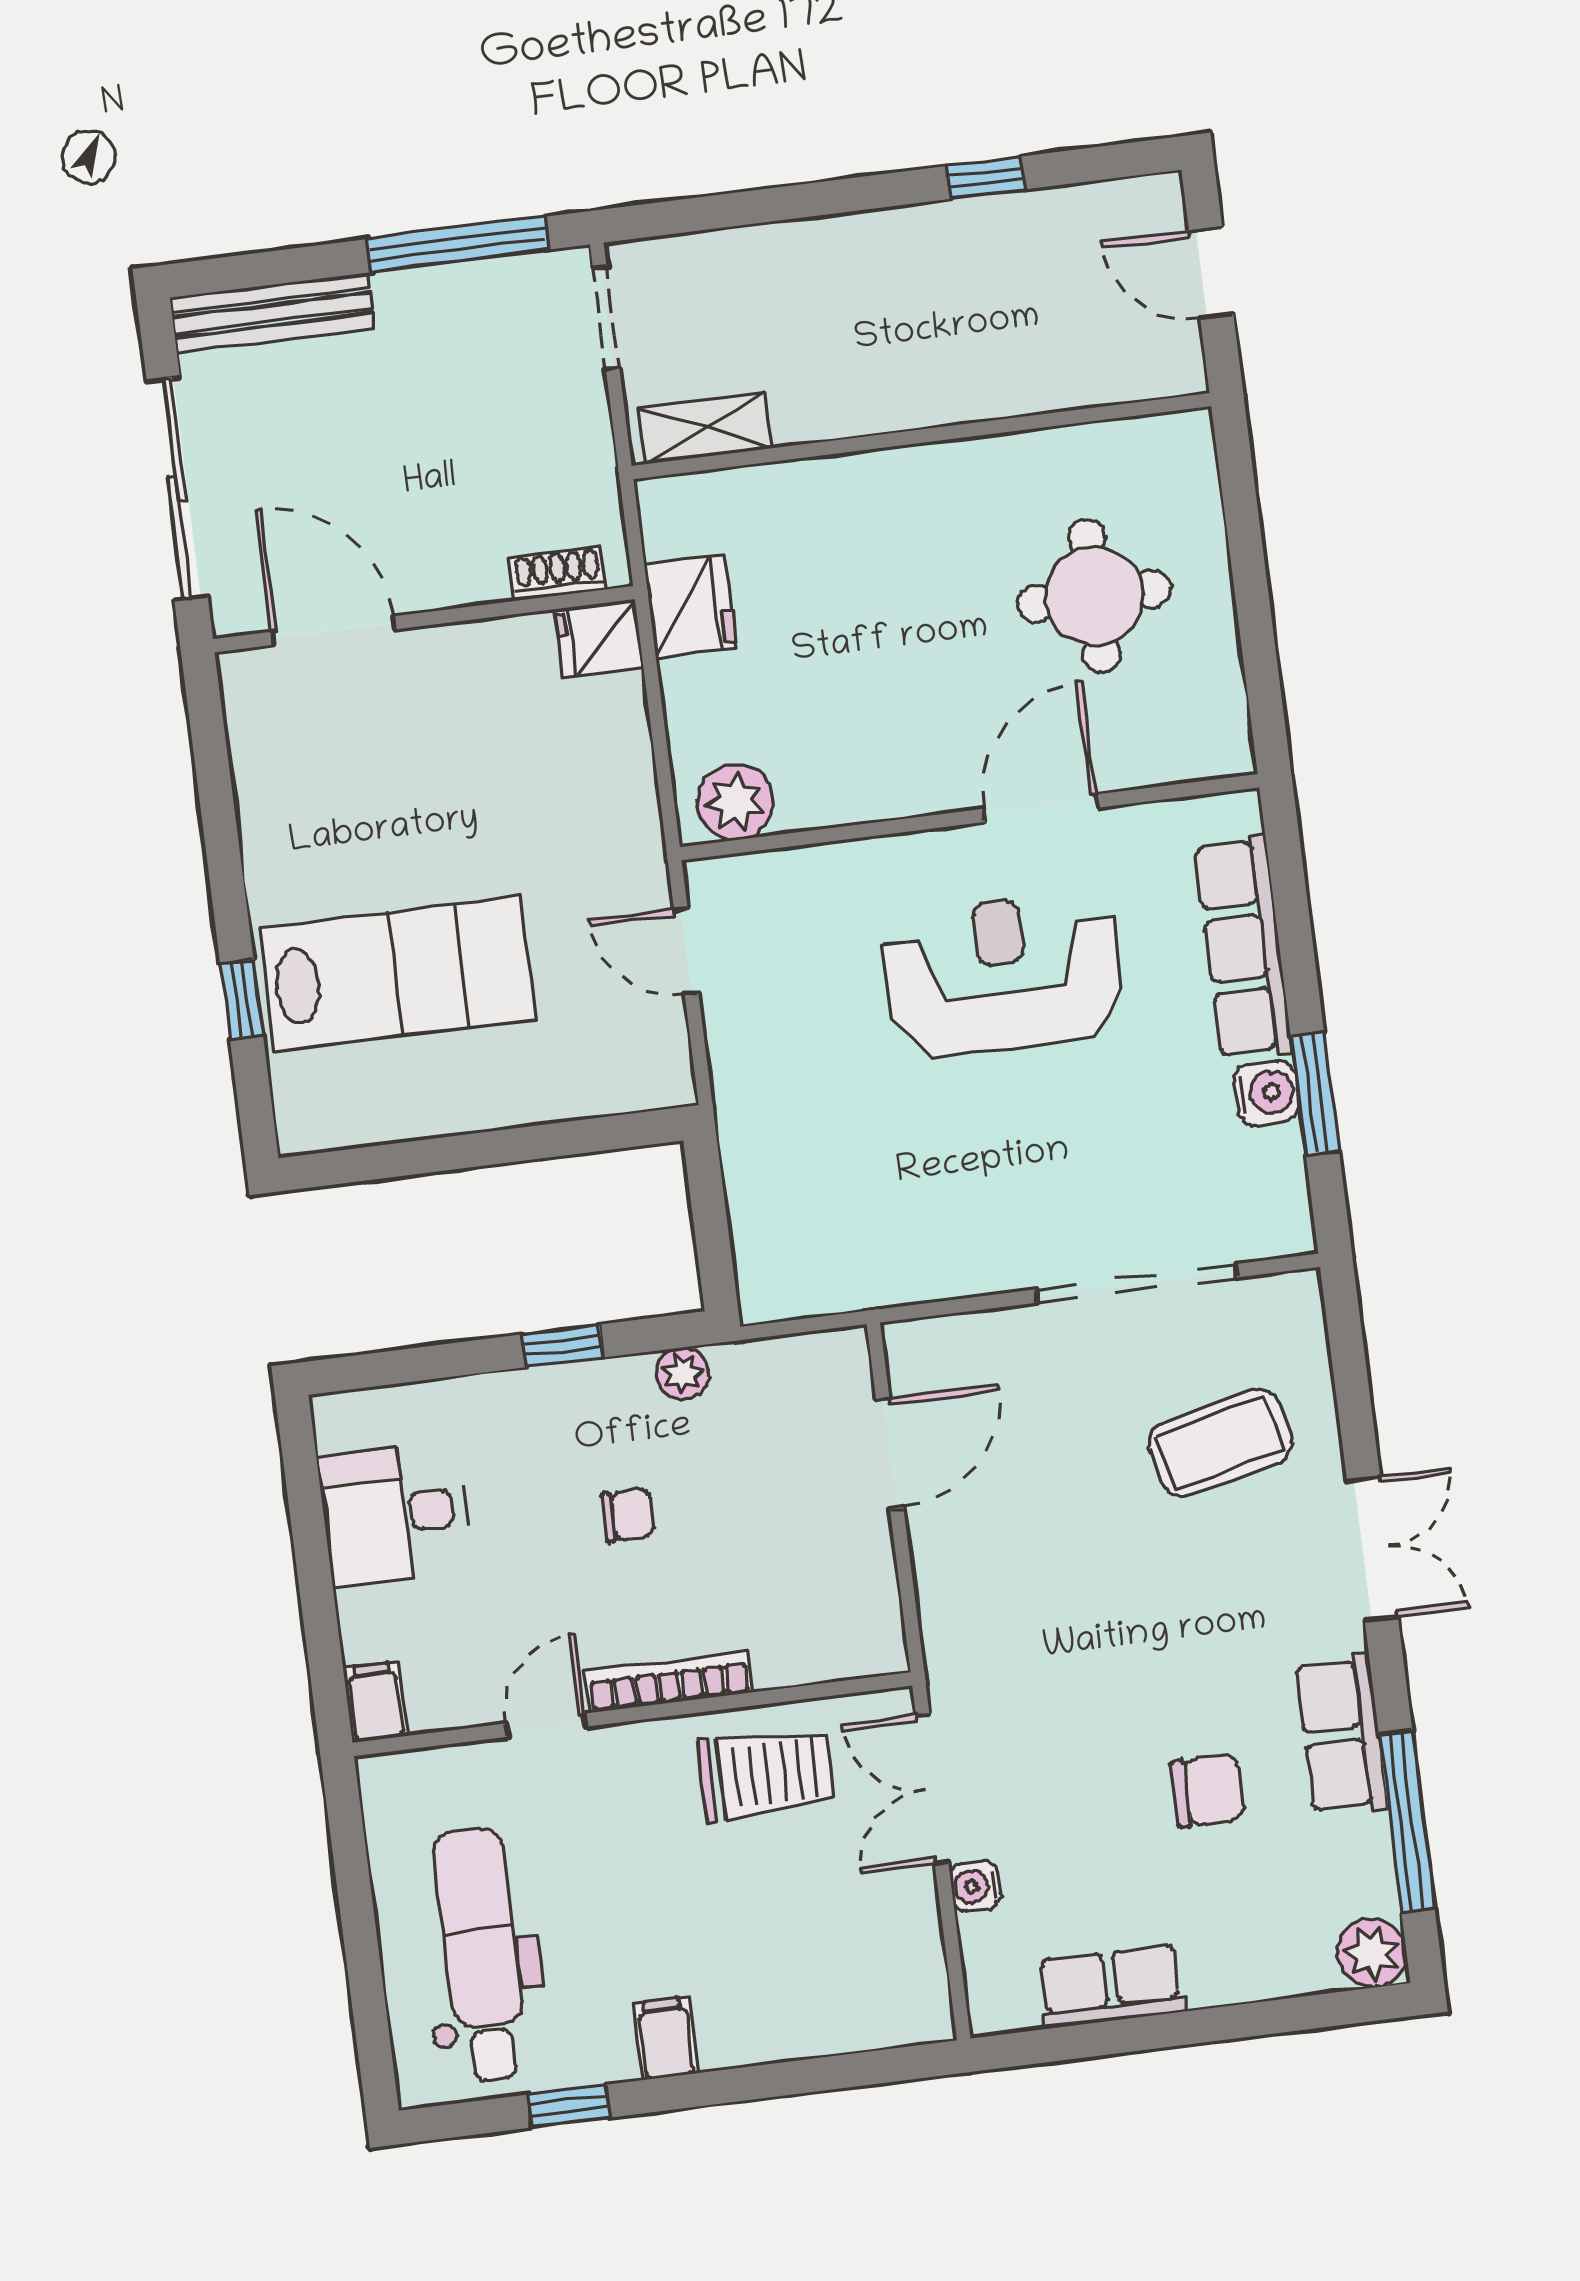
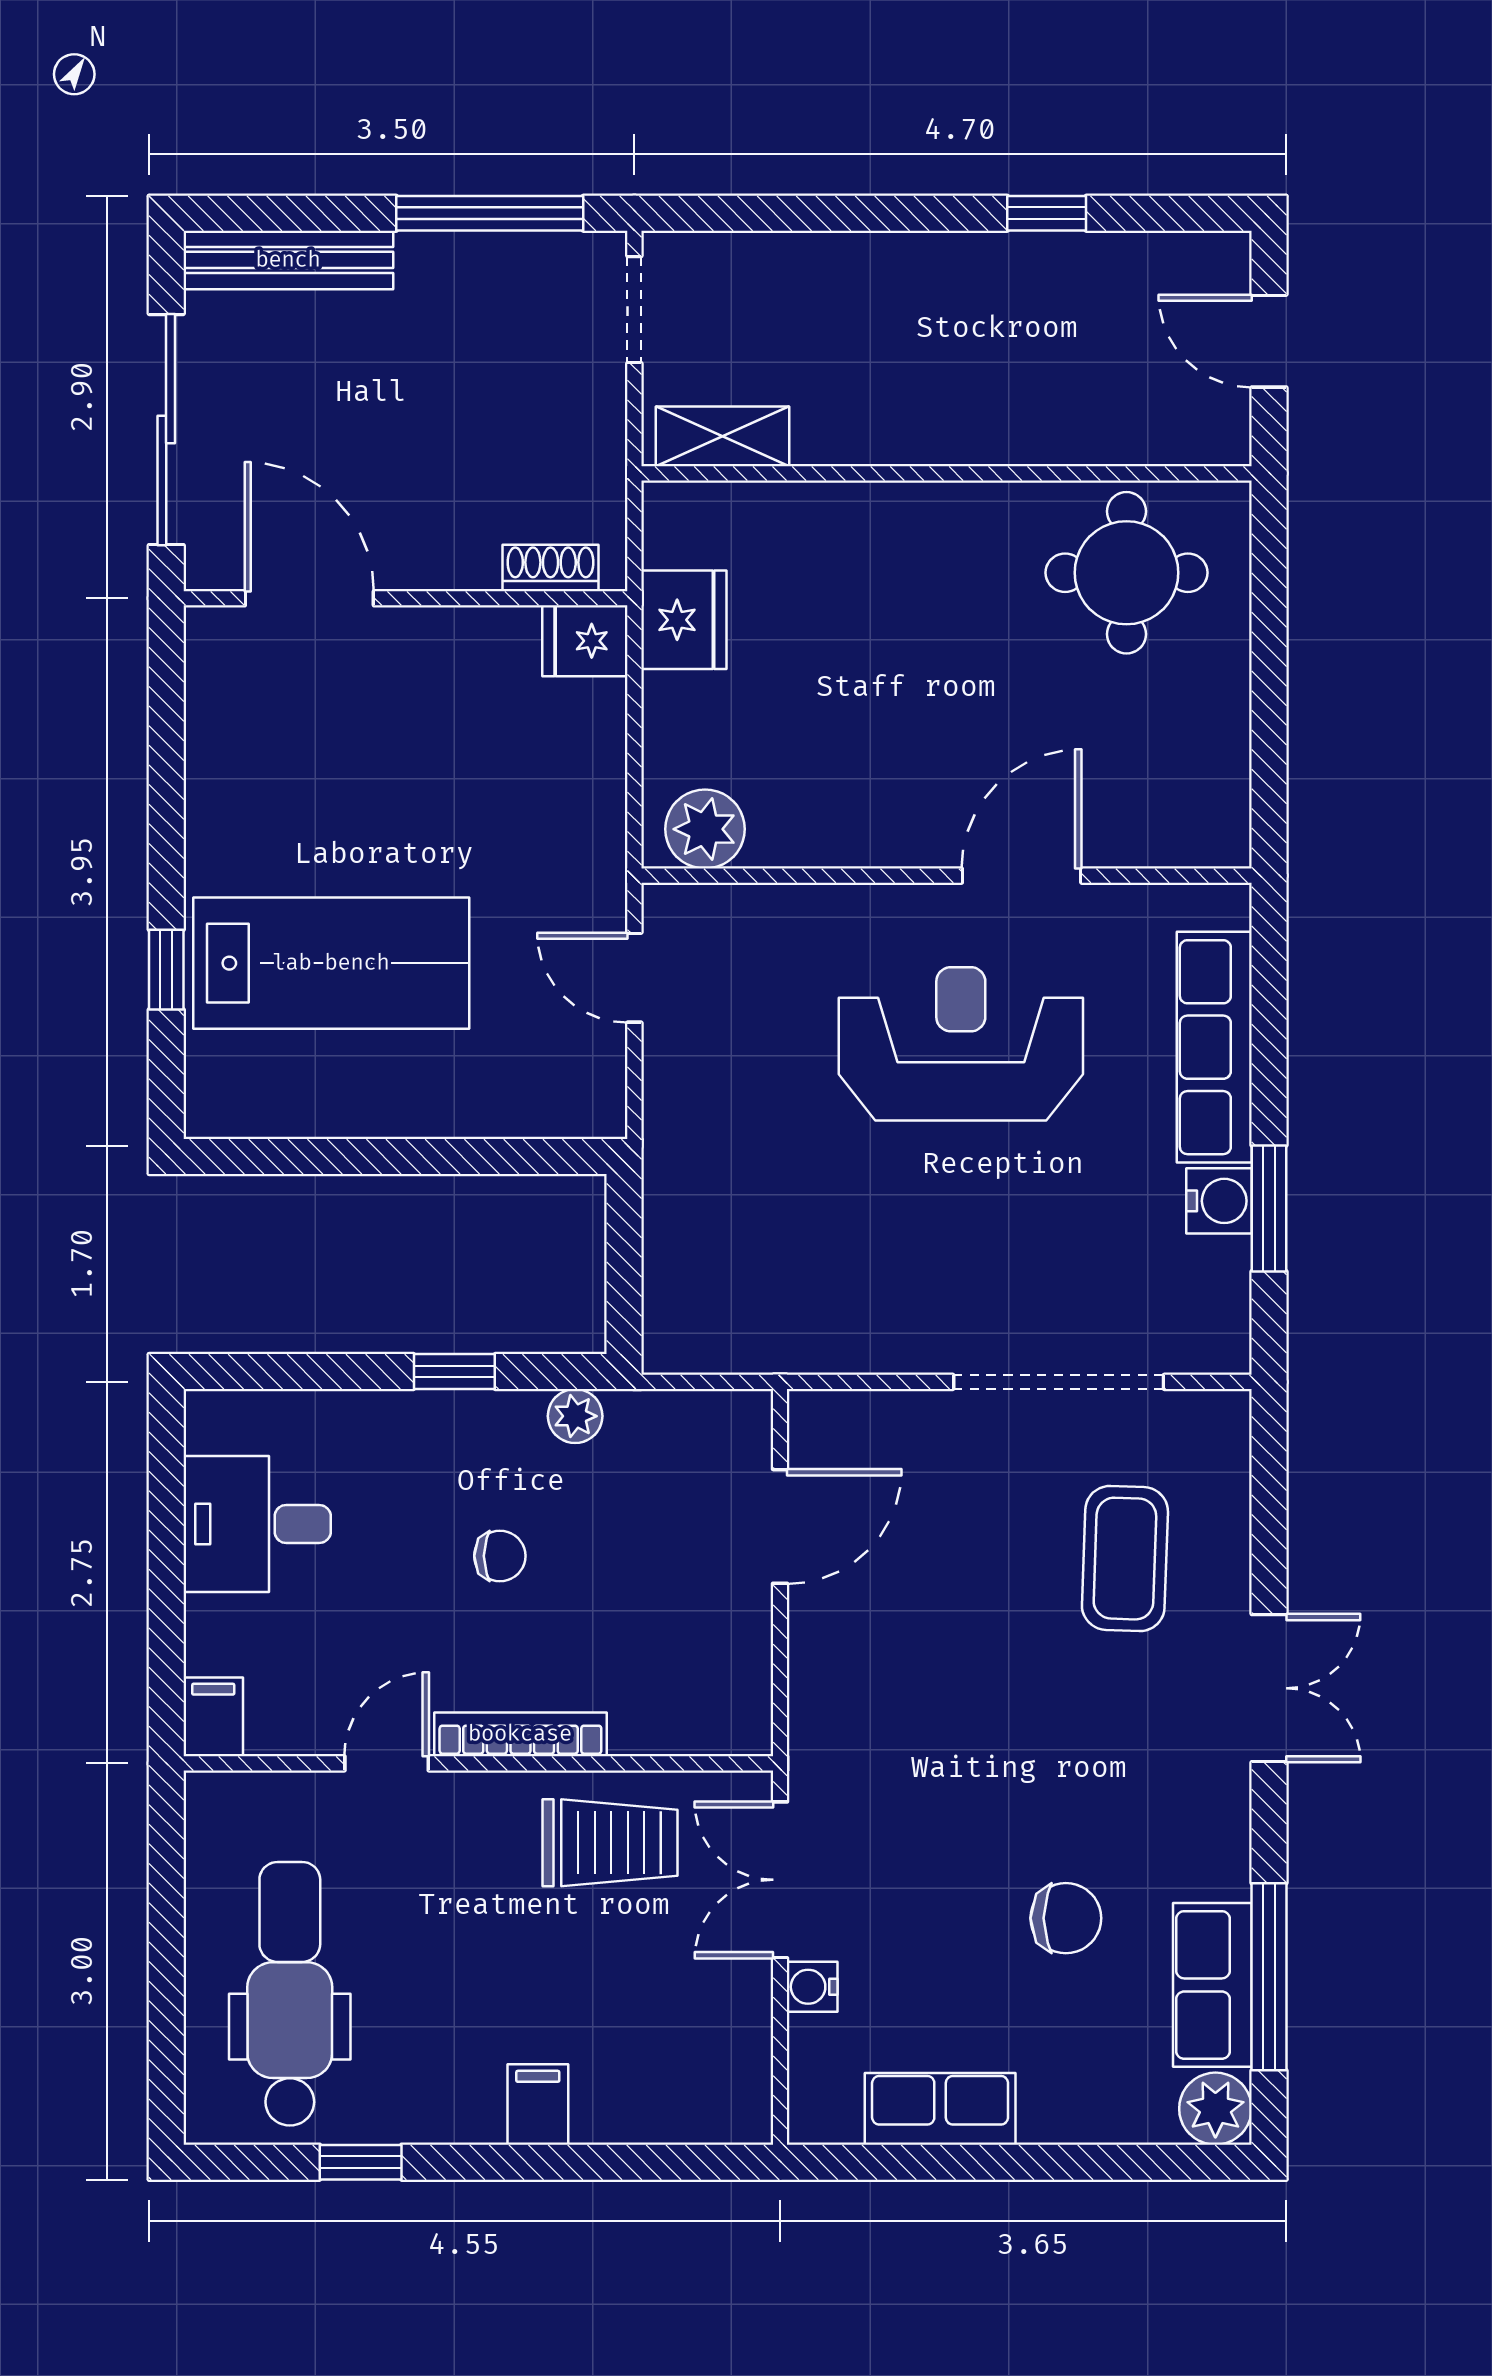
round table: (1094, 596) -> (1126, 573), moved
coffee table: (1220, 1443) -> (1125, 1559), turned -75
row of seats: (1341, 1735) -> (1212, 1985), moved
filing cabinet: (666, 2038) -> (538, 2105), moved

